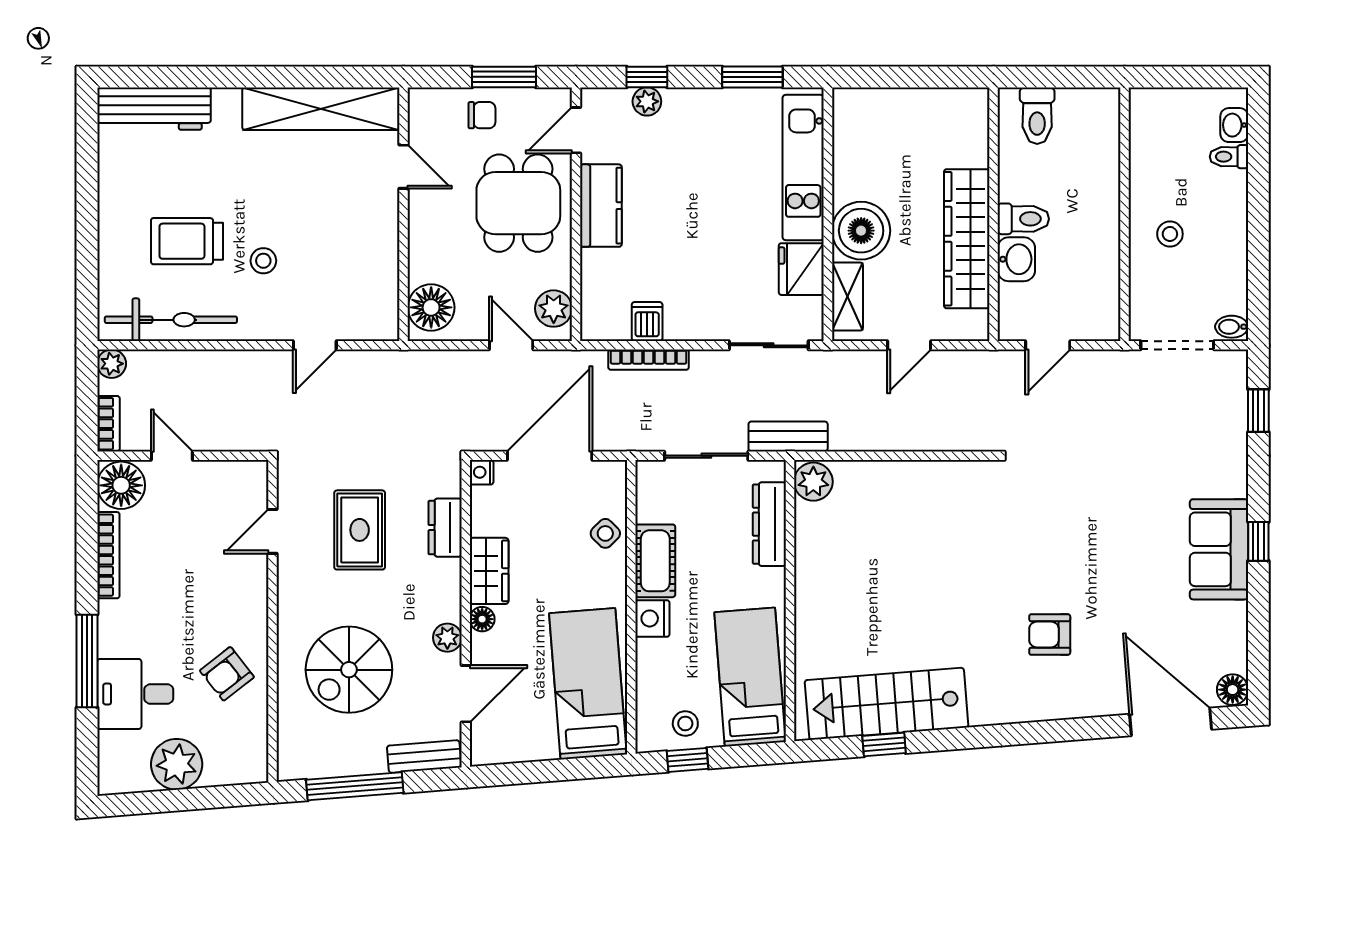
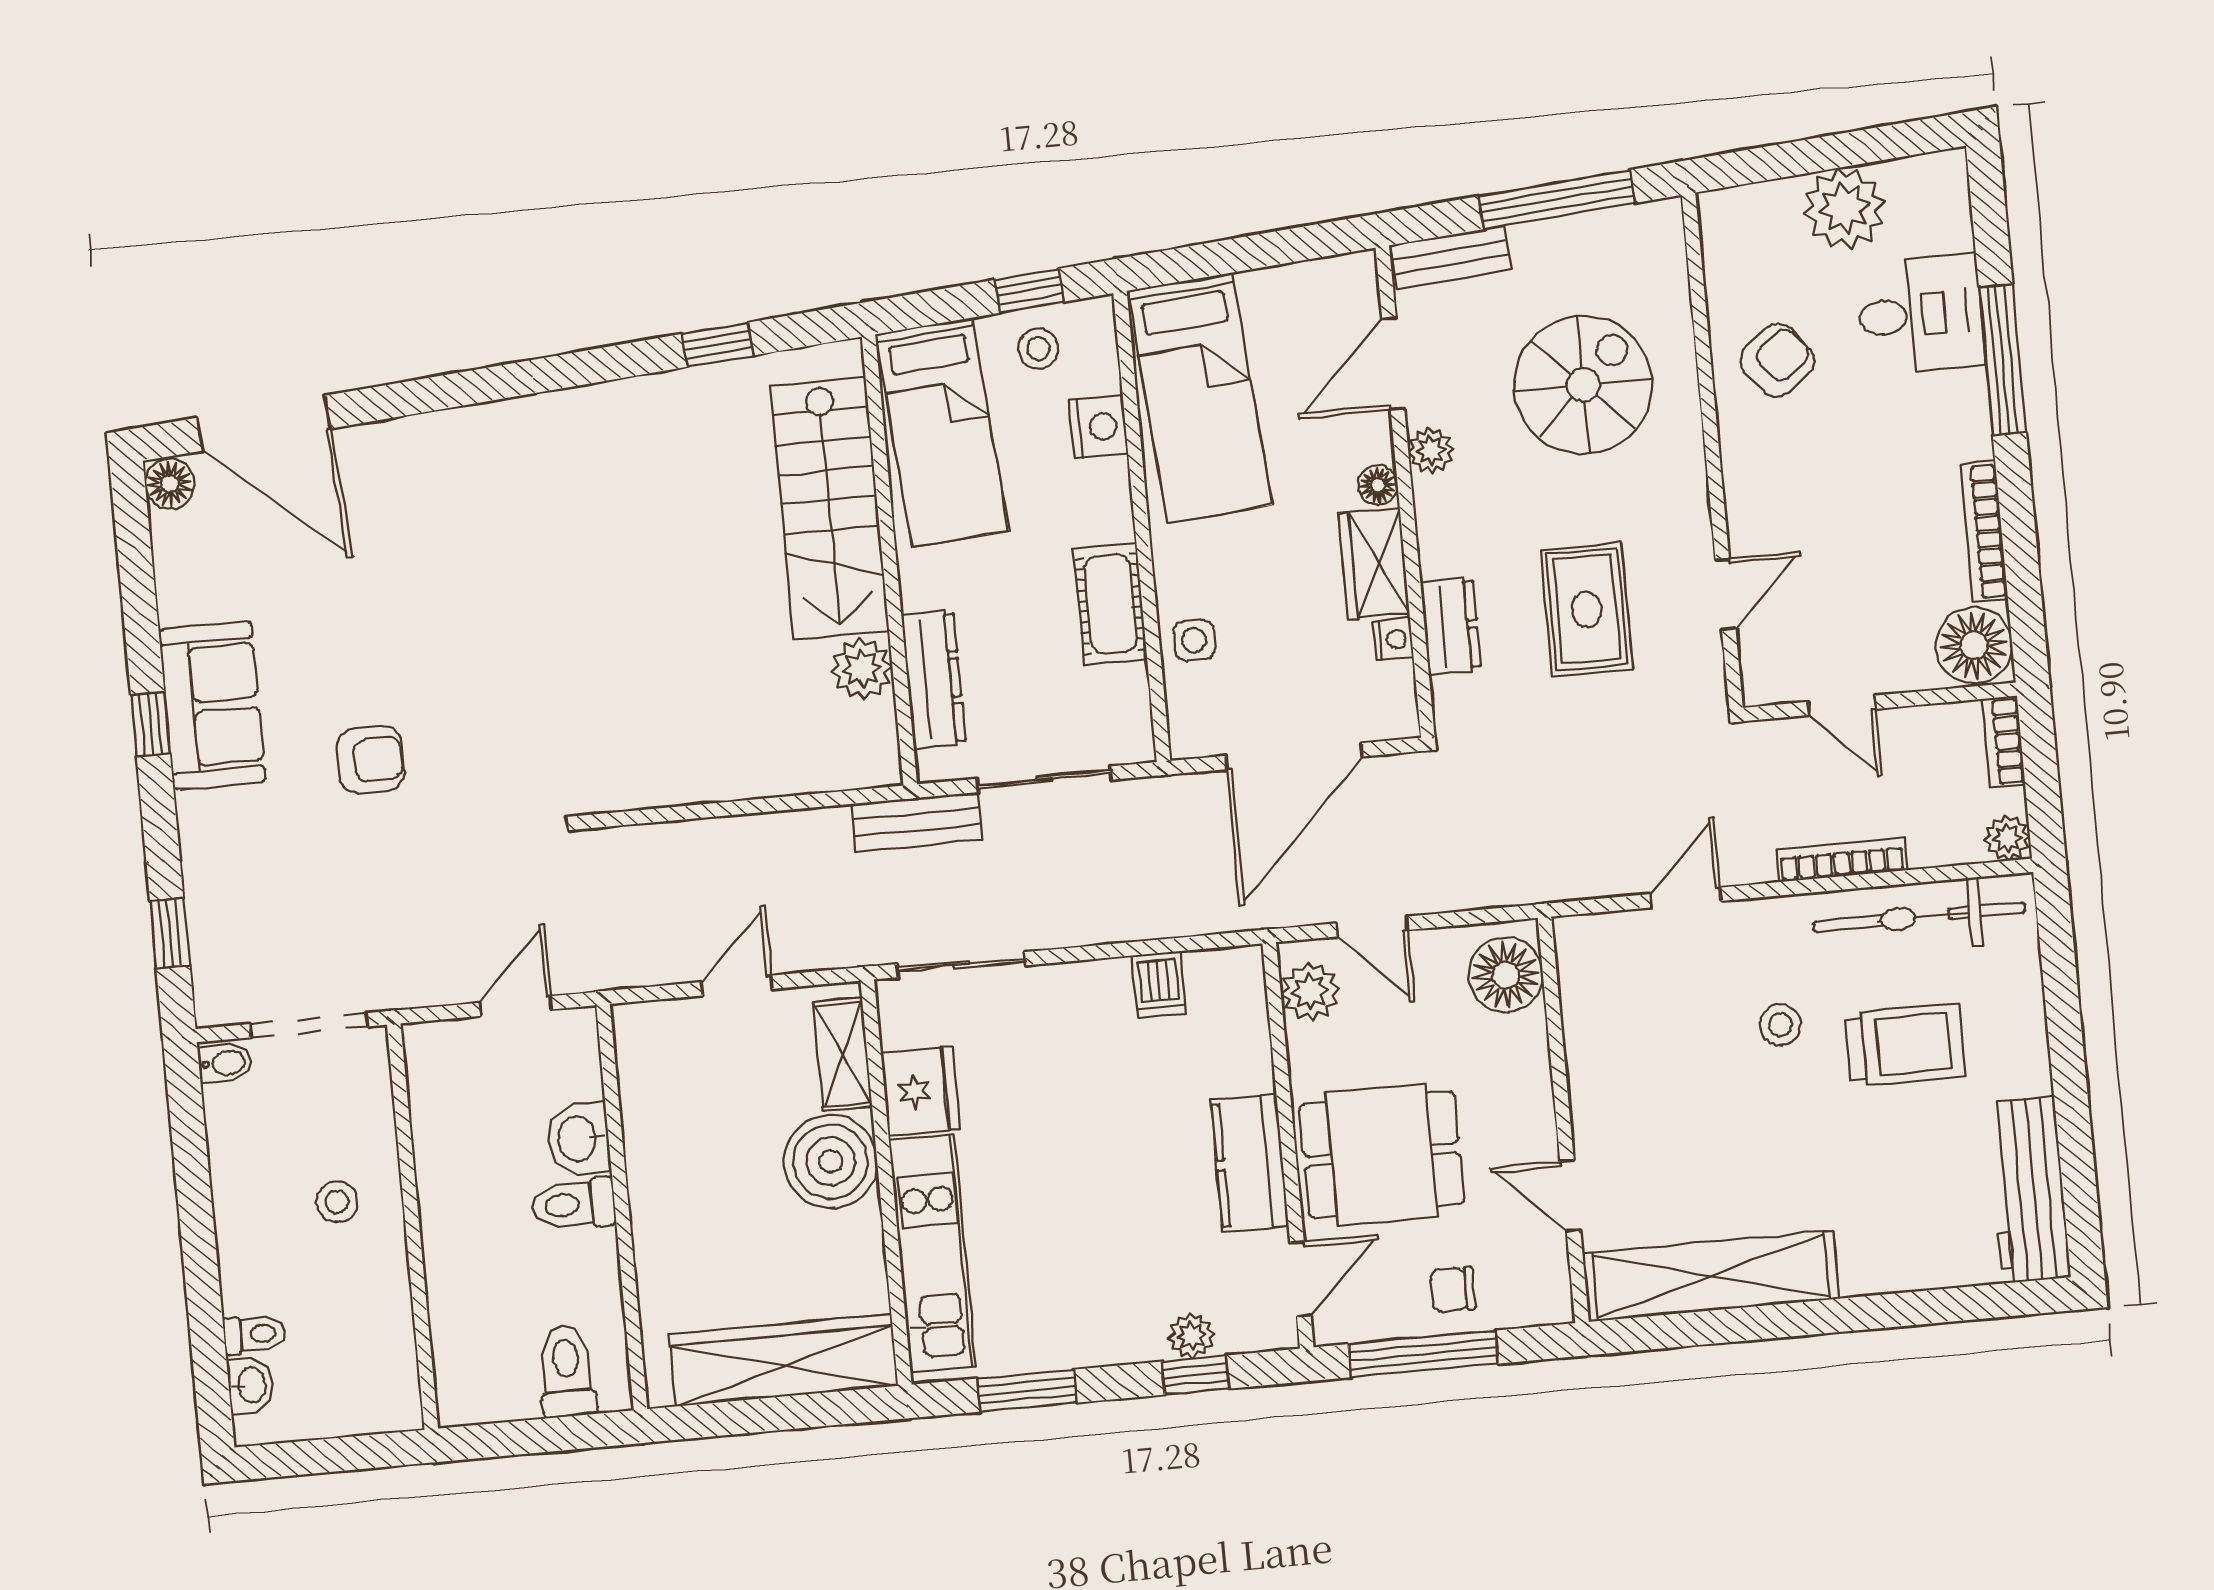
window: (504, 77) -> (1423, 1354), width x1.44
workbench: (154, 109) -> (2029, 1190), moved, turned -90
dining table: (518, 203) -> (1382, 1155), turned 90
wardrobe: (967, 239) -> (784, 1360), moved, turned -90
bookcase: (649, 360) -> (1842, 860), moved
door: (172, 456) -> (1842, 705), moved
nightstand: (482, 472) -> (1393, 639), moved
plant: (813, 482) -> (862, 669), moved
side table: (605, 533) -> (1194, 640), turned 45
nightstand: (652, 618) -> (1099, 427), moved
armchair: (1050, 634) -> (370, 760), moved
stairs: (887, 704) -> (830, 508), moved, turned 95

